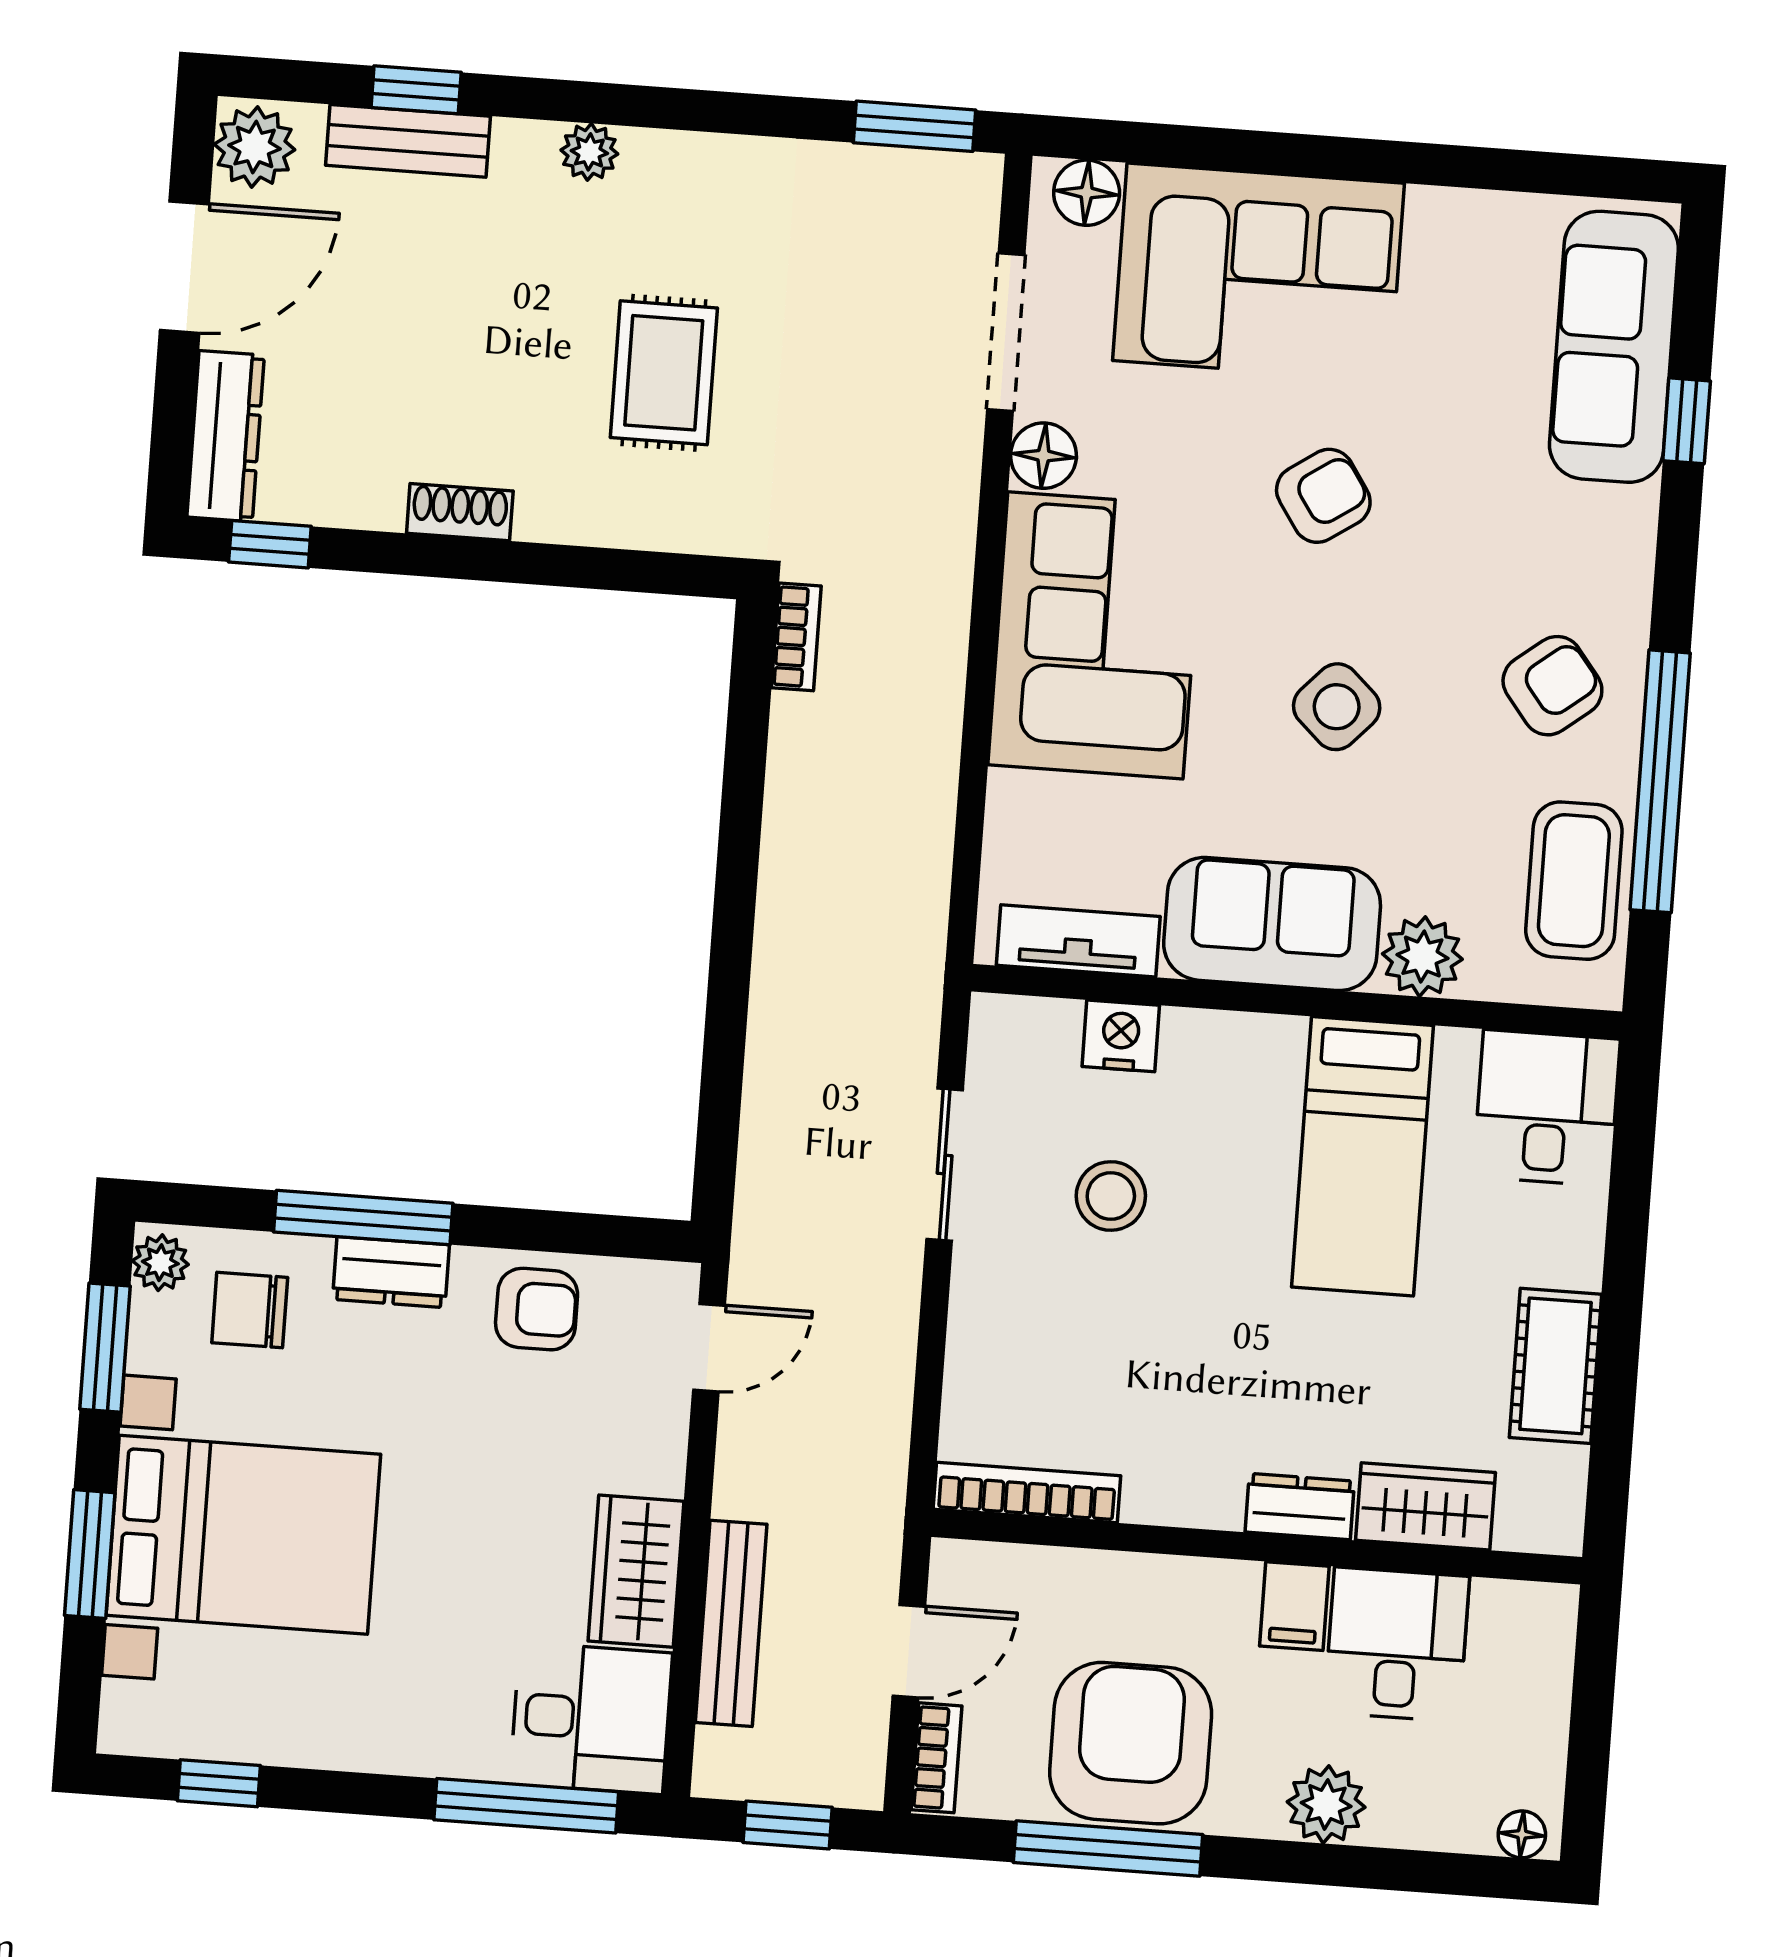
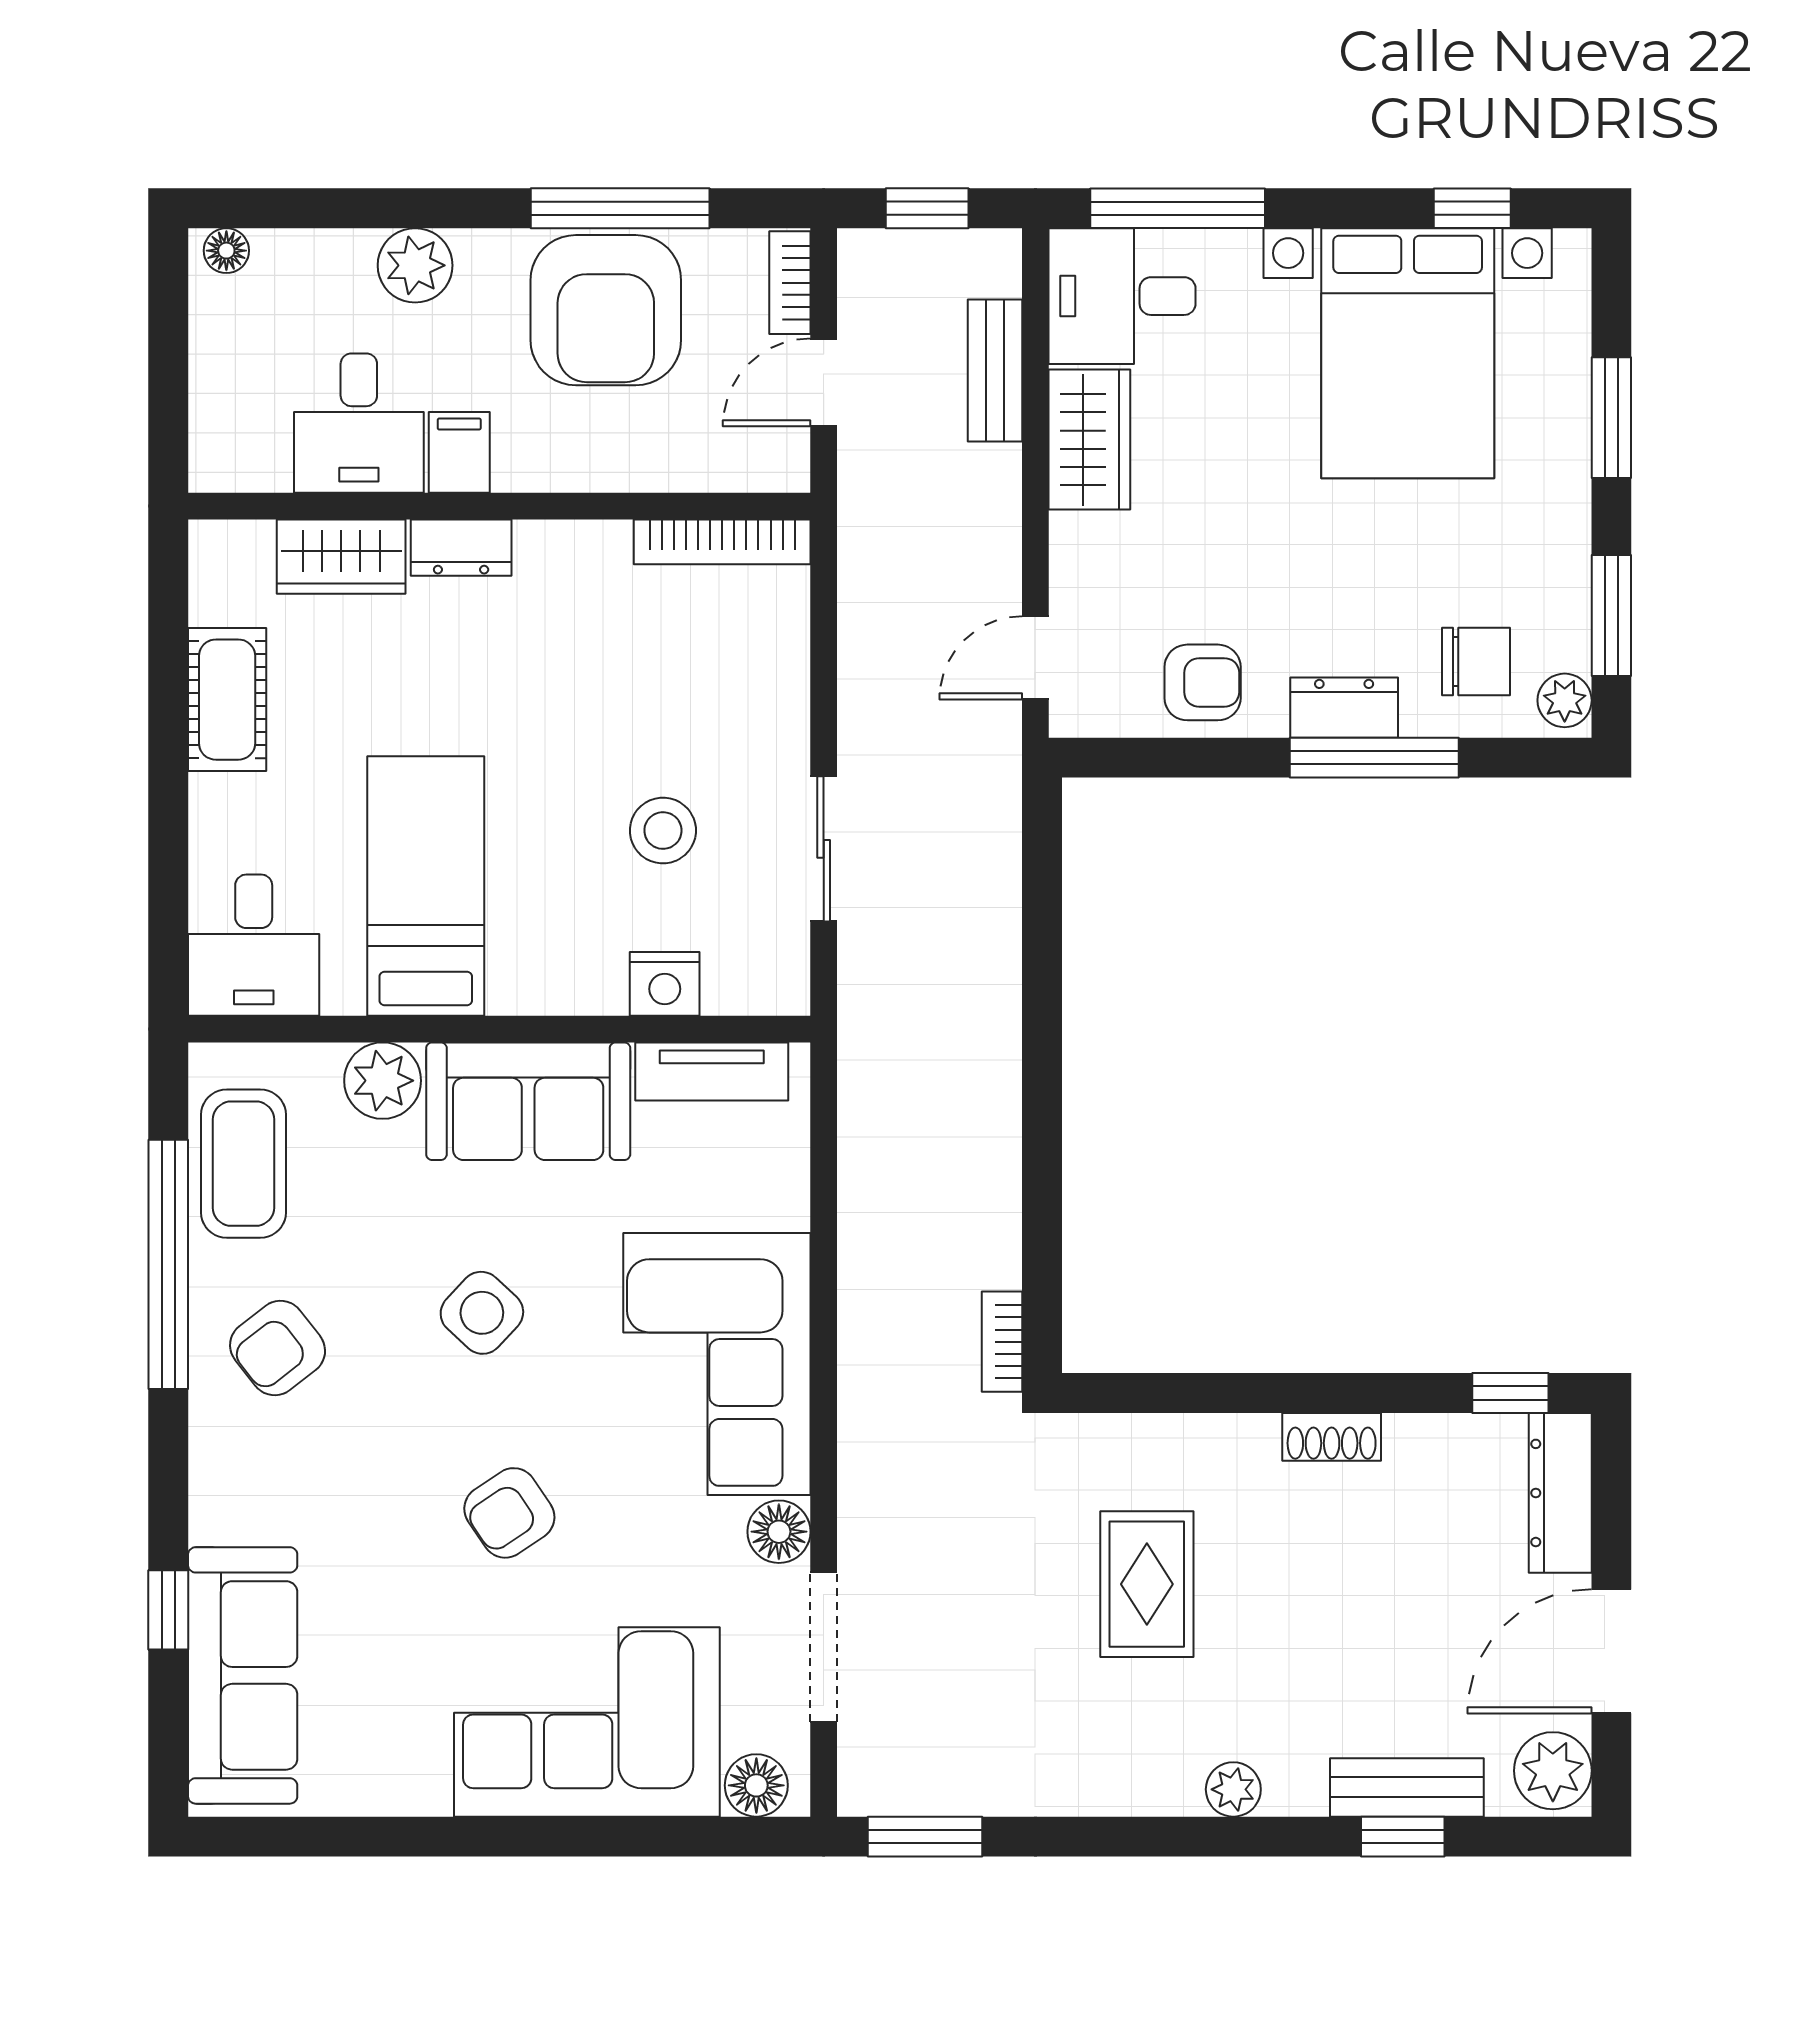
armchair: (537, 1309) -> (1203, 682), turned 180
bed with nightstands: (243, 1535) -> (1408, 353), moved, turned -90
bench: (731, 1623) -> (995, 371), width x0.73

